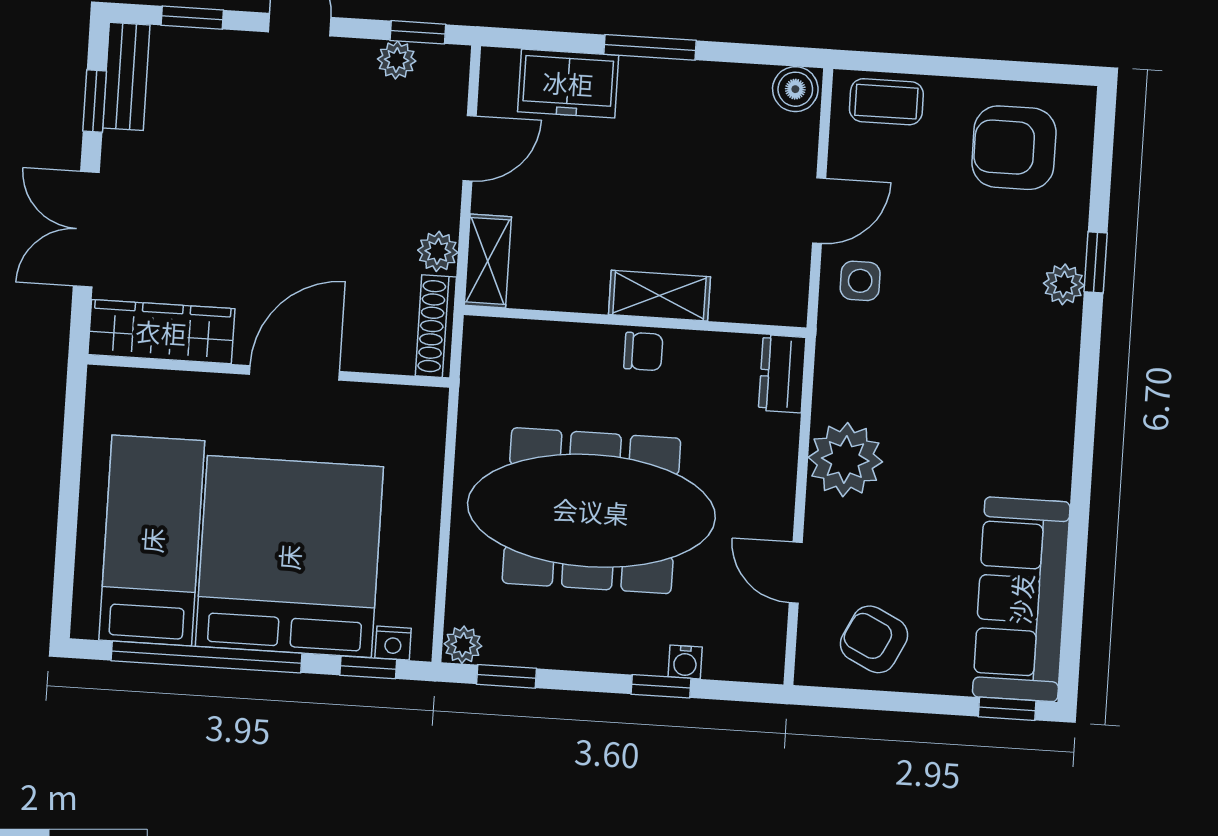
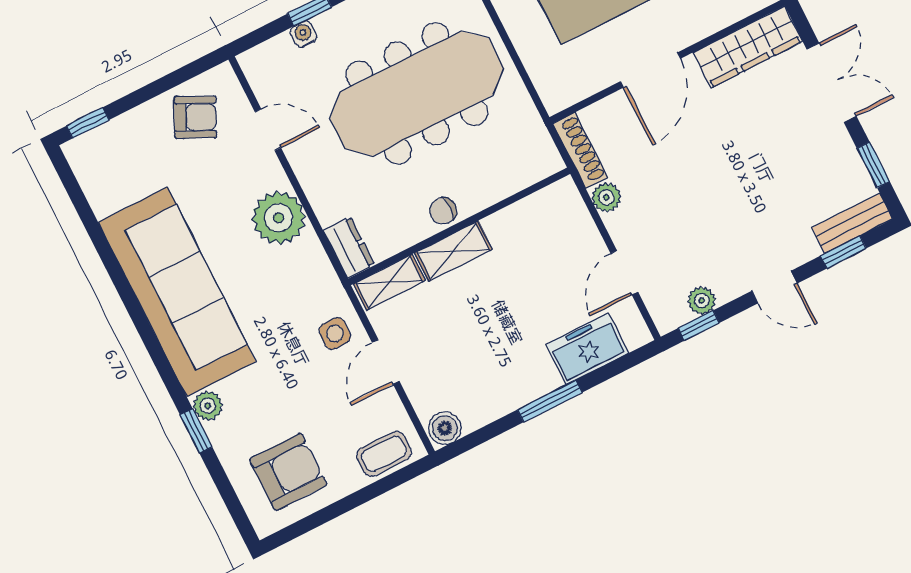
bench: (126, 76) -> (852, 223), moved, turned 90
shelving: (488, 261) -> (389, 282), moved, turned 90
sofa: (1021, 599) -> (177, 292), moved, width x1.36, depth x1.27

